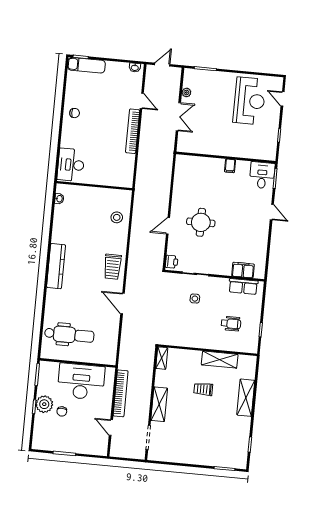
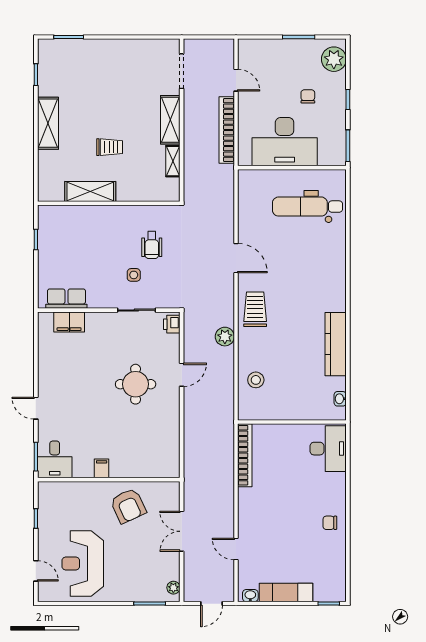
exam couch: (86, 65) -> (286, 592), moved
plant: (186, 92) -> (173, 588), moved
bookcase: (133, 131) -> (245, 455), moved
armchair: (214, 138) -> (128, 506), added
plant: (135, 250) -> (225, 337), added
kitchen counter: (56, 266) -> (336, 344), moved
wheelchair: (231, 324) -> (152, 245), moved, turned -90
shelving: (162, 358) -> (173, 161), moved
shelving: (246, 398) -> (48, 123), moved
plant: (44, 404) -> (334, 59), moved

